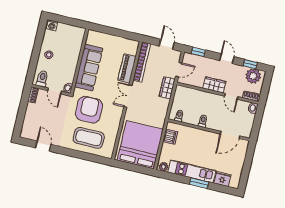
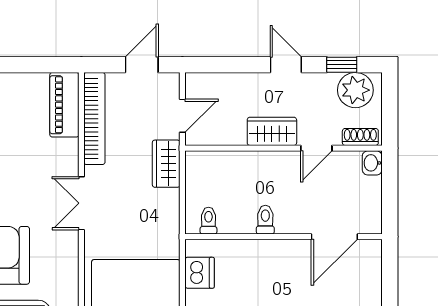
door: (167, 44) -> (142, 65), hinge flipped
window: (198, 52) -> (217, 65), removed
piano: (127, 68) -> (64, 105), moved
door: (231, 96) -> (316, 148), hinge flipped

